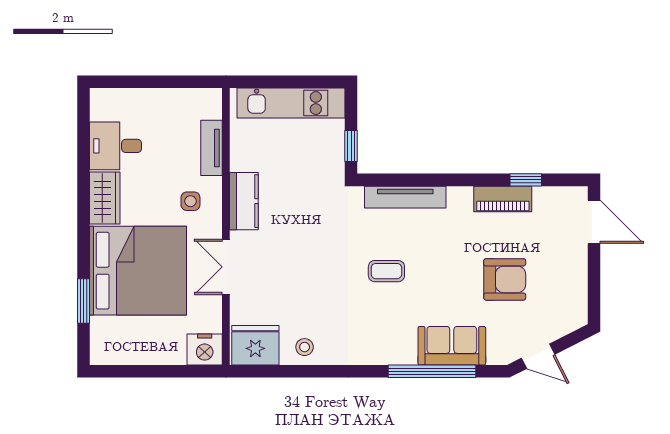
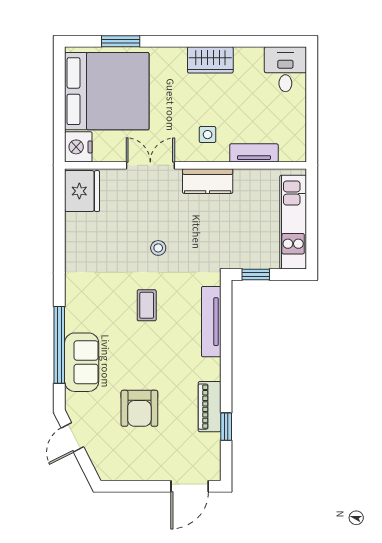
desk: (116, 146) -> (285, 69), moved
bed: (138, 271) -> (107, 91), moved, turned -90
stool: (305, 347) -> (158, 248), moved

